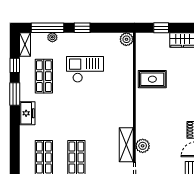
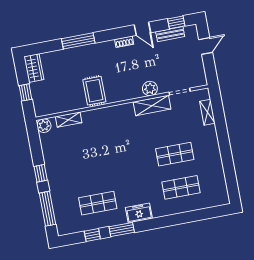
plant: (52, 37) -> (56, 202), removed
shelving: (25, 44) -> (69, 120), moved
checkout: (85, 69) -> (83, 162), removed
rug: (152, 79) -> (94, 91), moved

